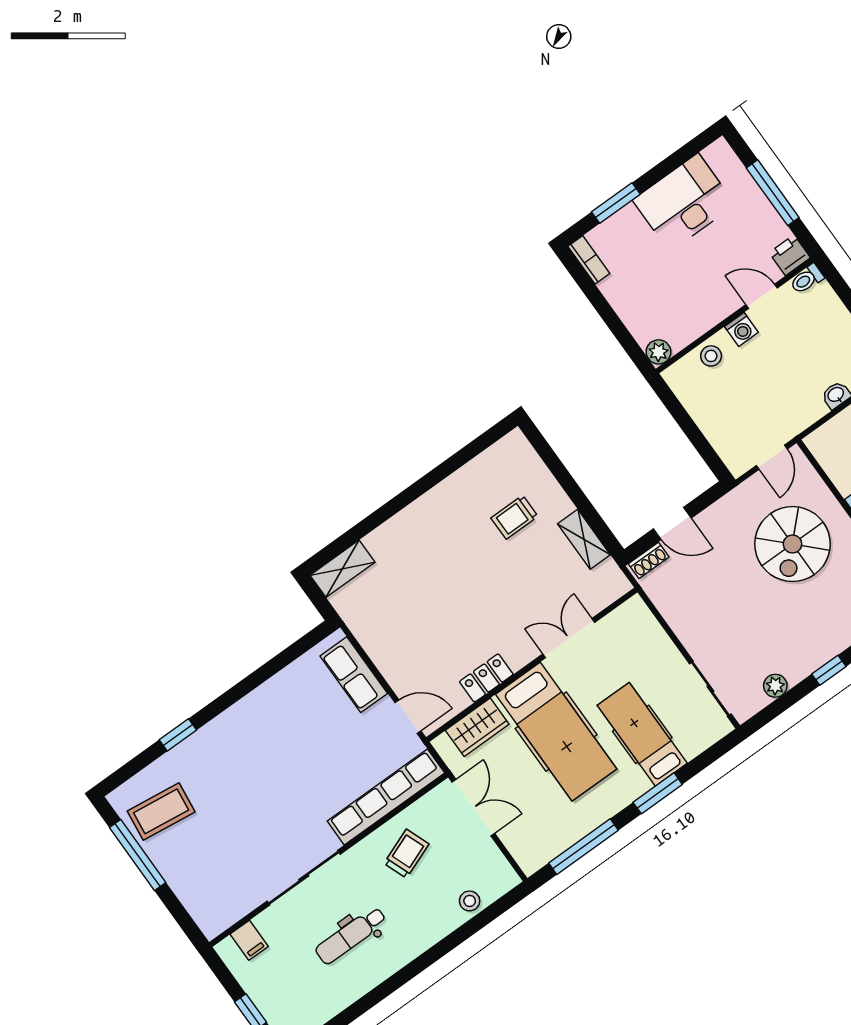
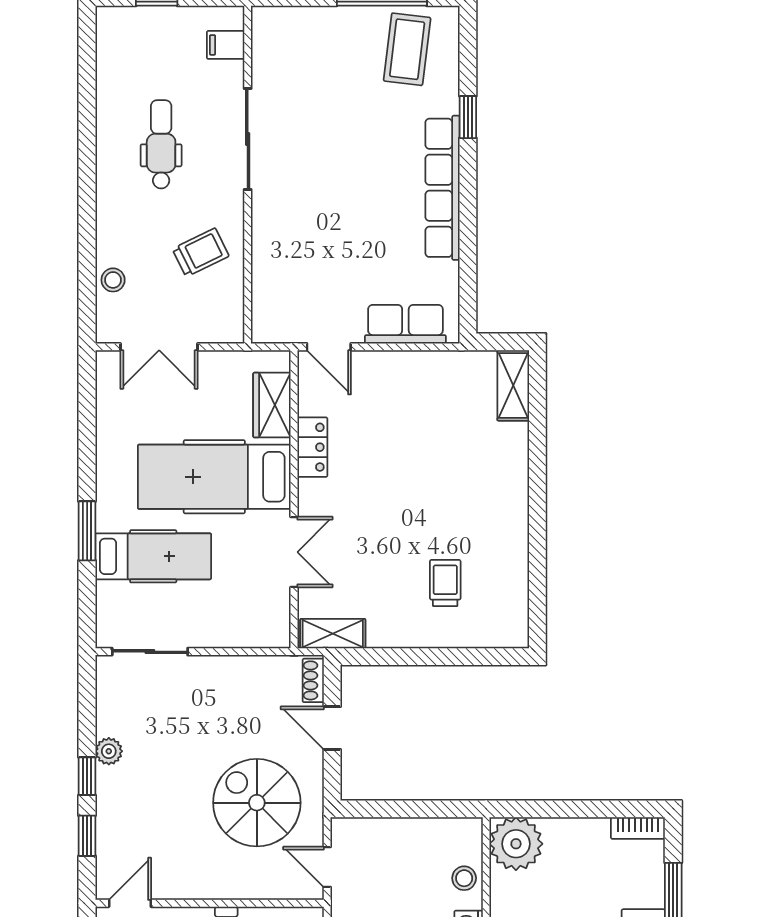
plant: (659, 352) -> (516, 844), width x1.88, depth x1.88
door: (672, 523) -> (332, 728), hinge flipped
shelving: (584, 539) -> (333, 634), moved
spiral stairs: (792, 544) -> (257, 803), moved
plant: (775, 686) -> (109, 751), moved
door: (408, 717) -> (329, 347), hinge flipped
row of seats: (386, 797) -> (443, 188), moved, turned 180
double door: (473, 808) -> (159, 347), moved
window: (583, 847) -> (87, 424), removed
trolley: (406, 854) -> (201, 252), turned -95

